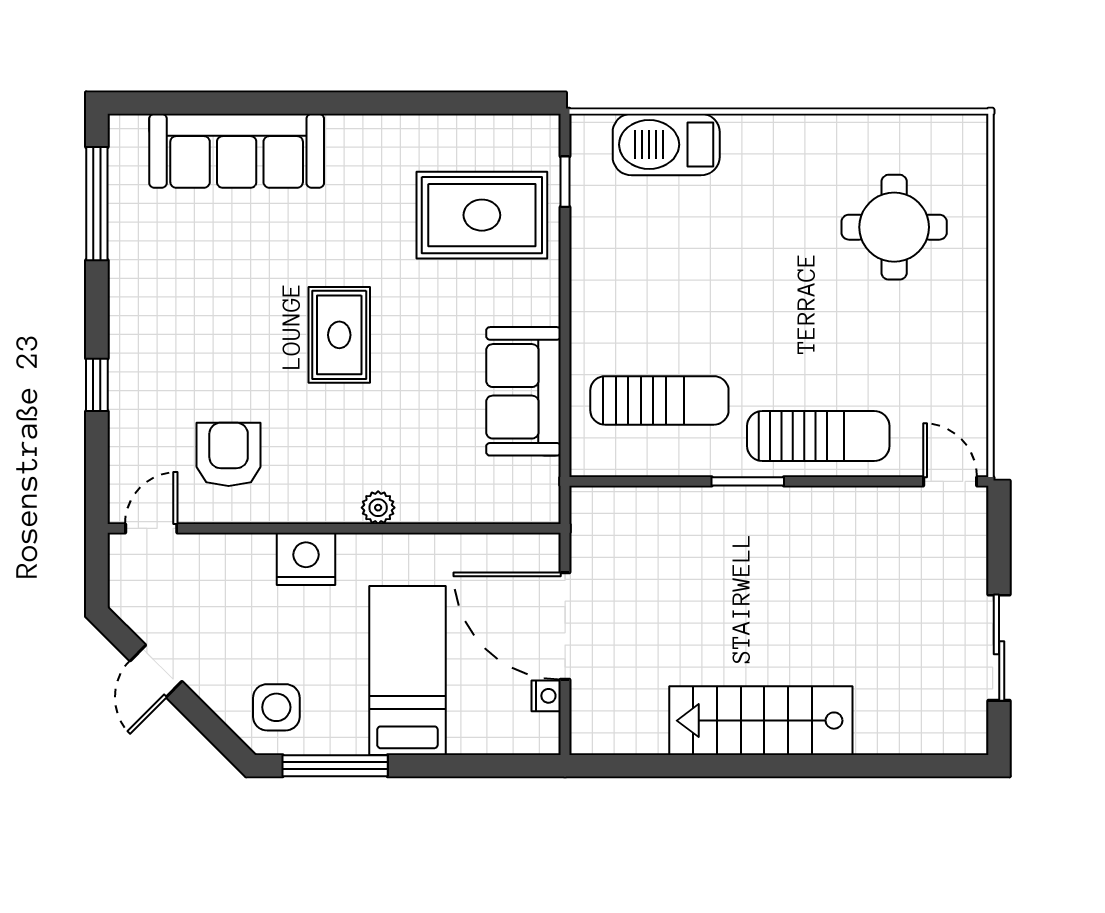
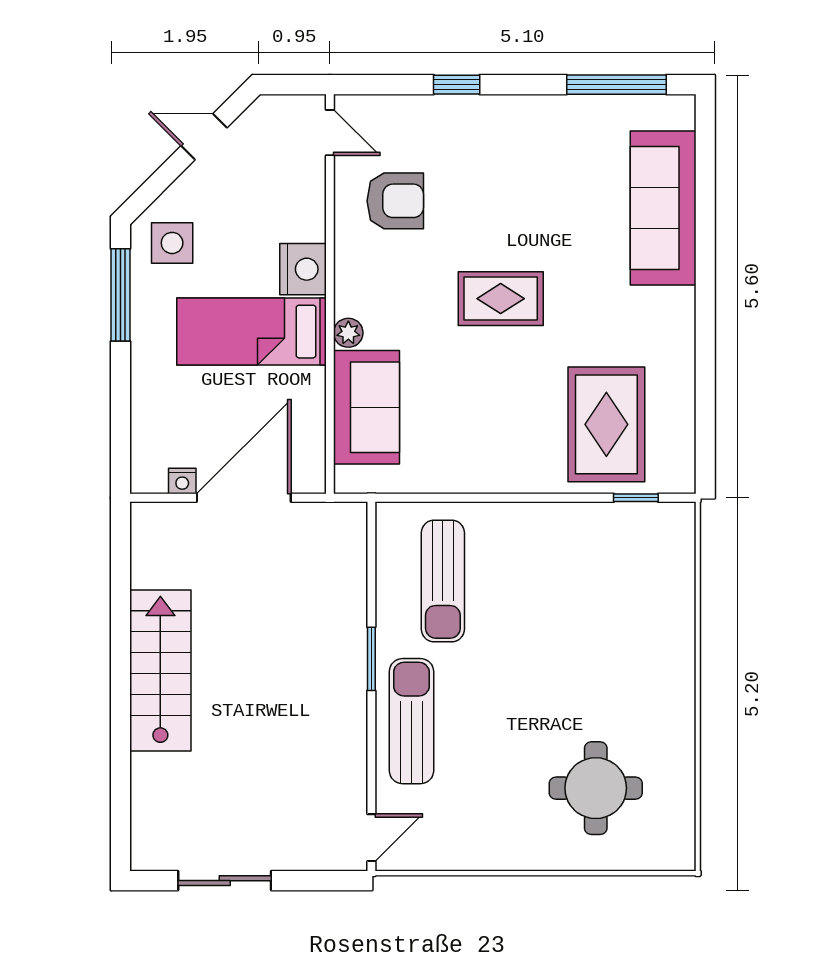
barbecue: (666, 145) -> (669, 587), removed
sofa: (524, 391) -> (367, 407), moved, turned 90
sun lounger: (818, 436) -> (411, 721), turned 180
bed: (407, 671) -> (252, 332), moved, turned 180

